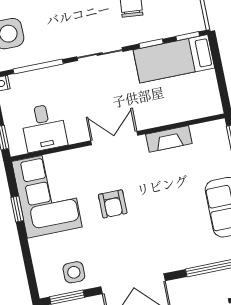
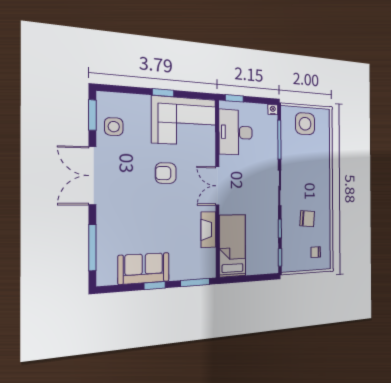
bed: (174, 59) -> (232, 246), moved
desk: (44, 128) -> (236, 132), width x1.37
double door: (114, 138) -> (217, 186), swing flipped
window: (17, 209) -> (163, 93), moved

